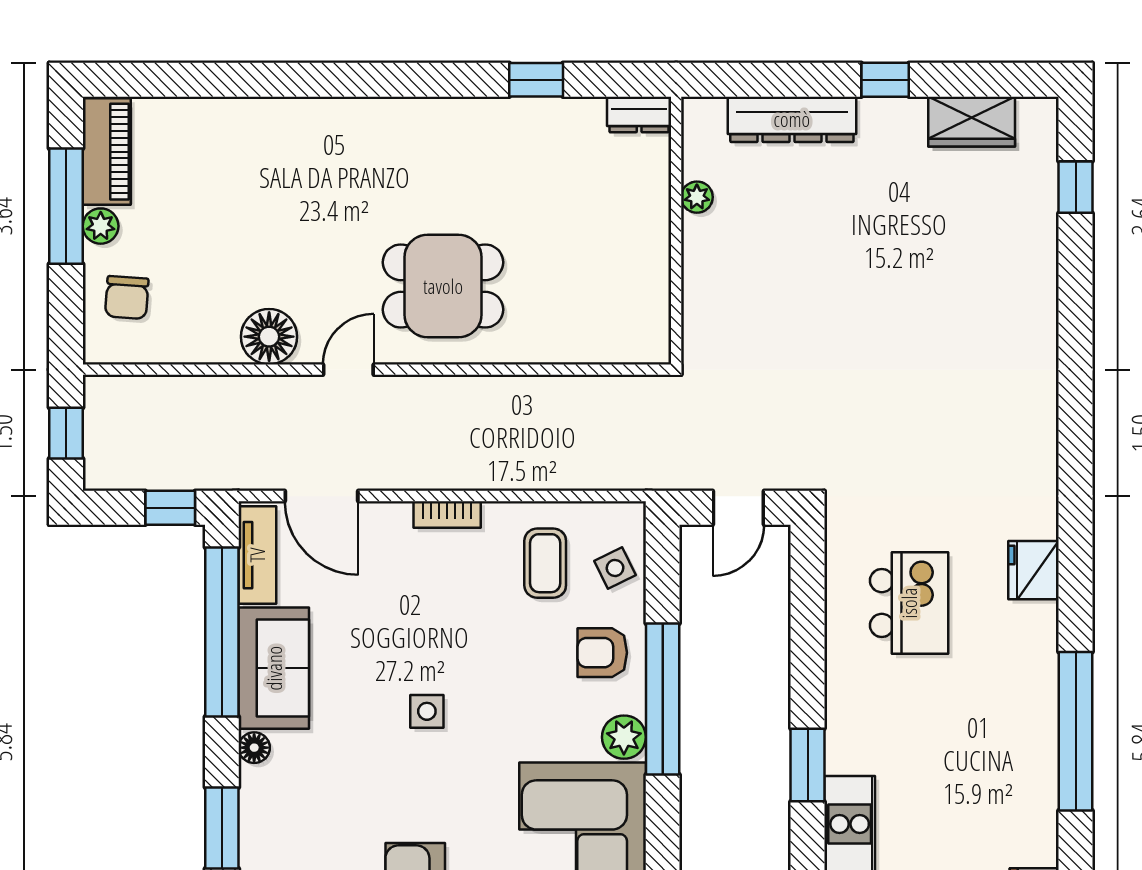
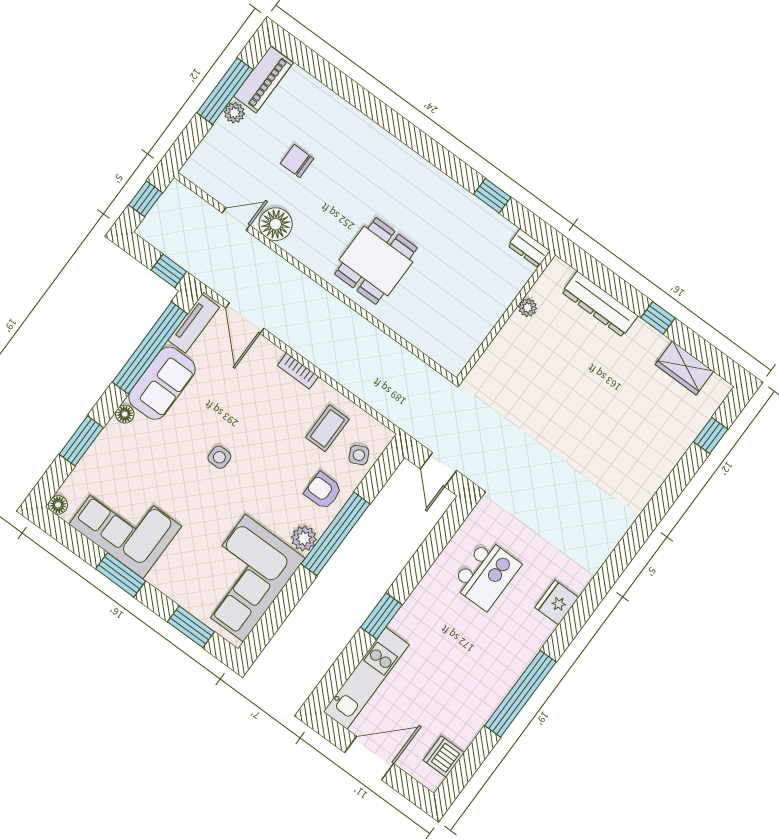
dining table: (443, 286) -> (376, 261), turned 90
chair: (127, 298) -> (297, 161), moved, turned 86
door: (348, 370) -> (236, 219), moved
door: (738, 508) -> (439, 470), hinge flipped

